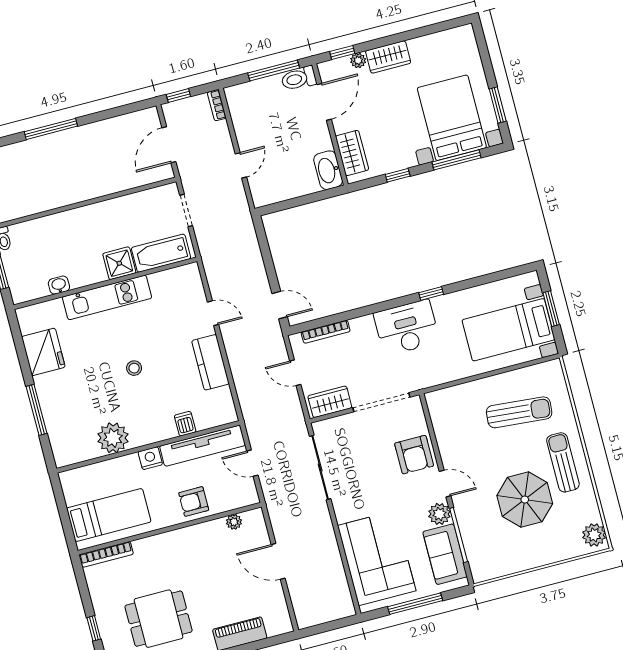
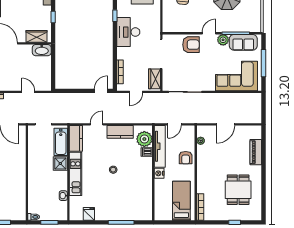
kitchen counter: (176, 280) -> (76, 138), added
fridge: (43, 352) -> (89, 214), width x0.53, depth x0.75
plant: (113, 438) -> (144, 139), moved

